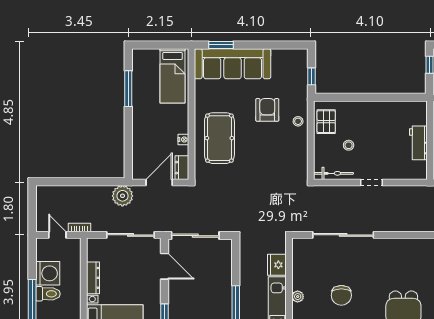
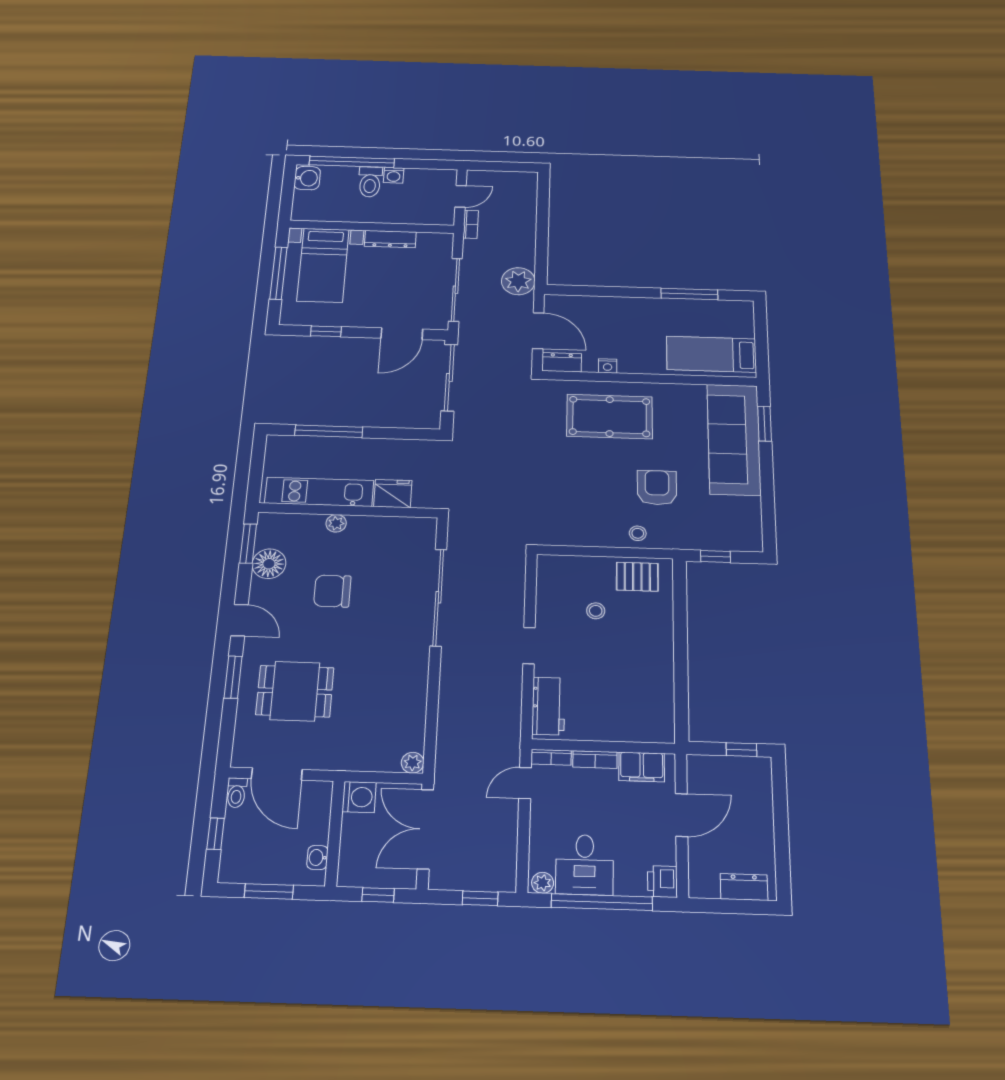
armchair: (267, 110) -> (657, 488), turned -90
workbench: (418, 143) -> (548, 706), moved, turned 90
bicycle: (333, 173) -> (547, 585), removed
washing machine: (48, 273) -> (394, 175), width x0.53, depth x0.53

